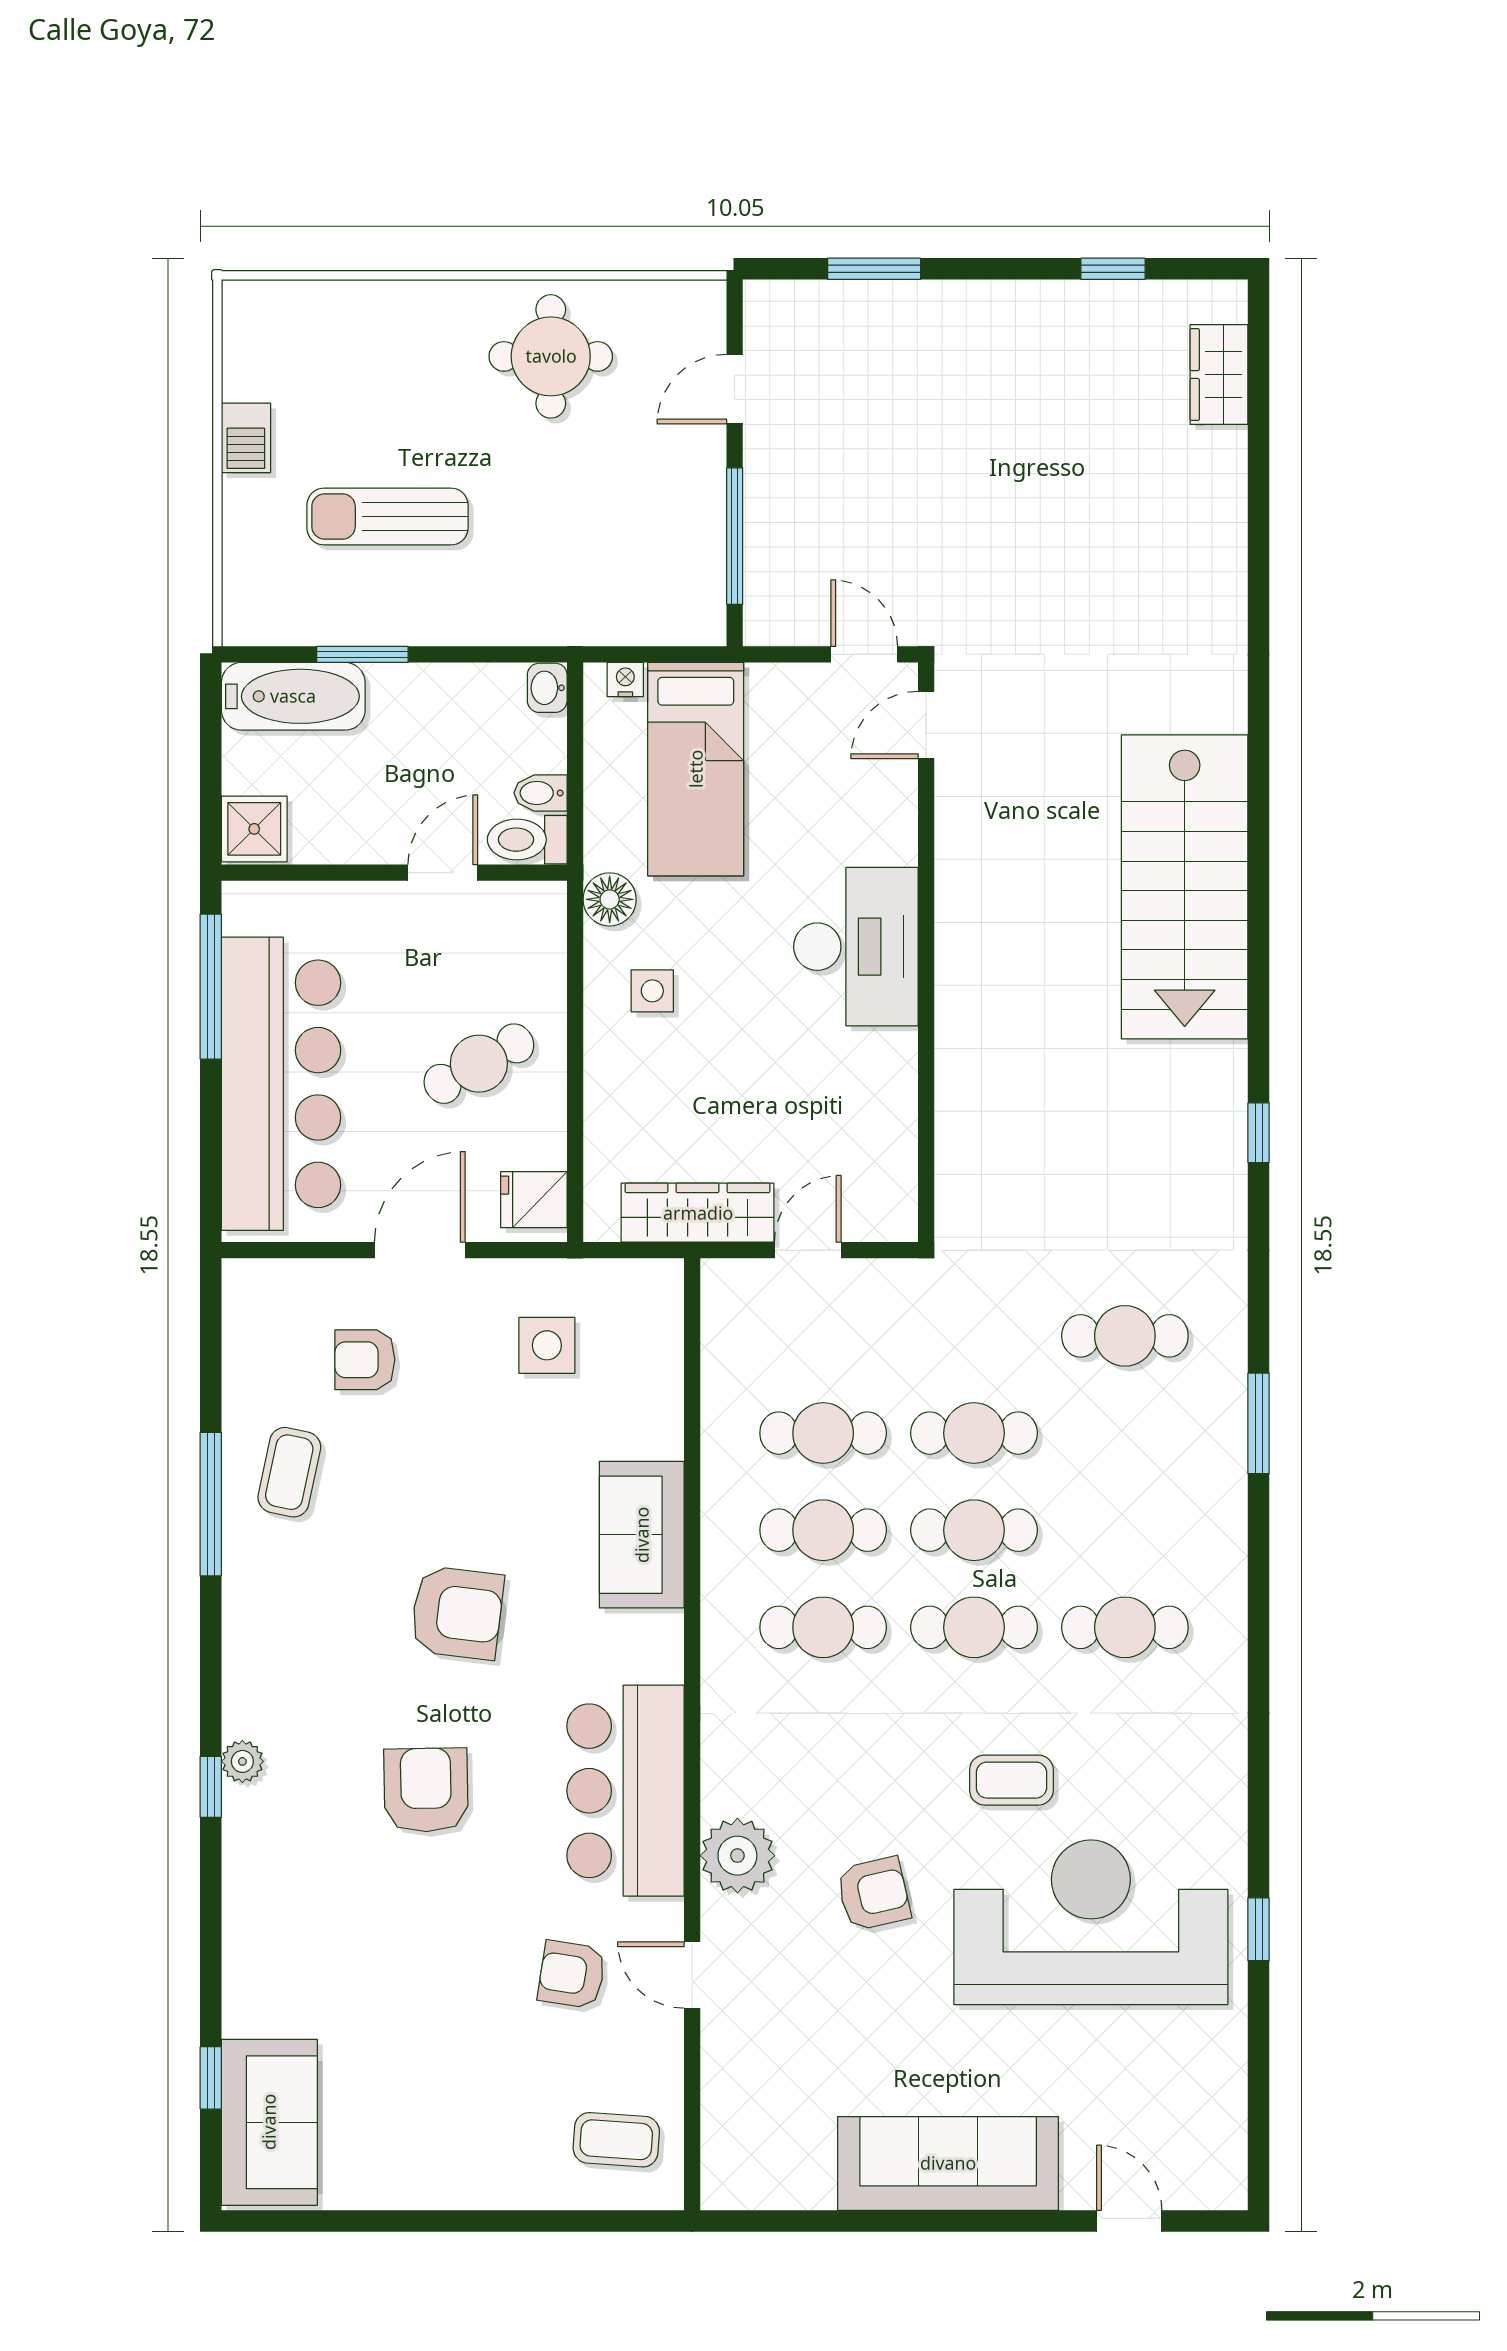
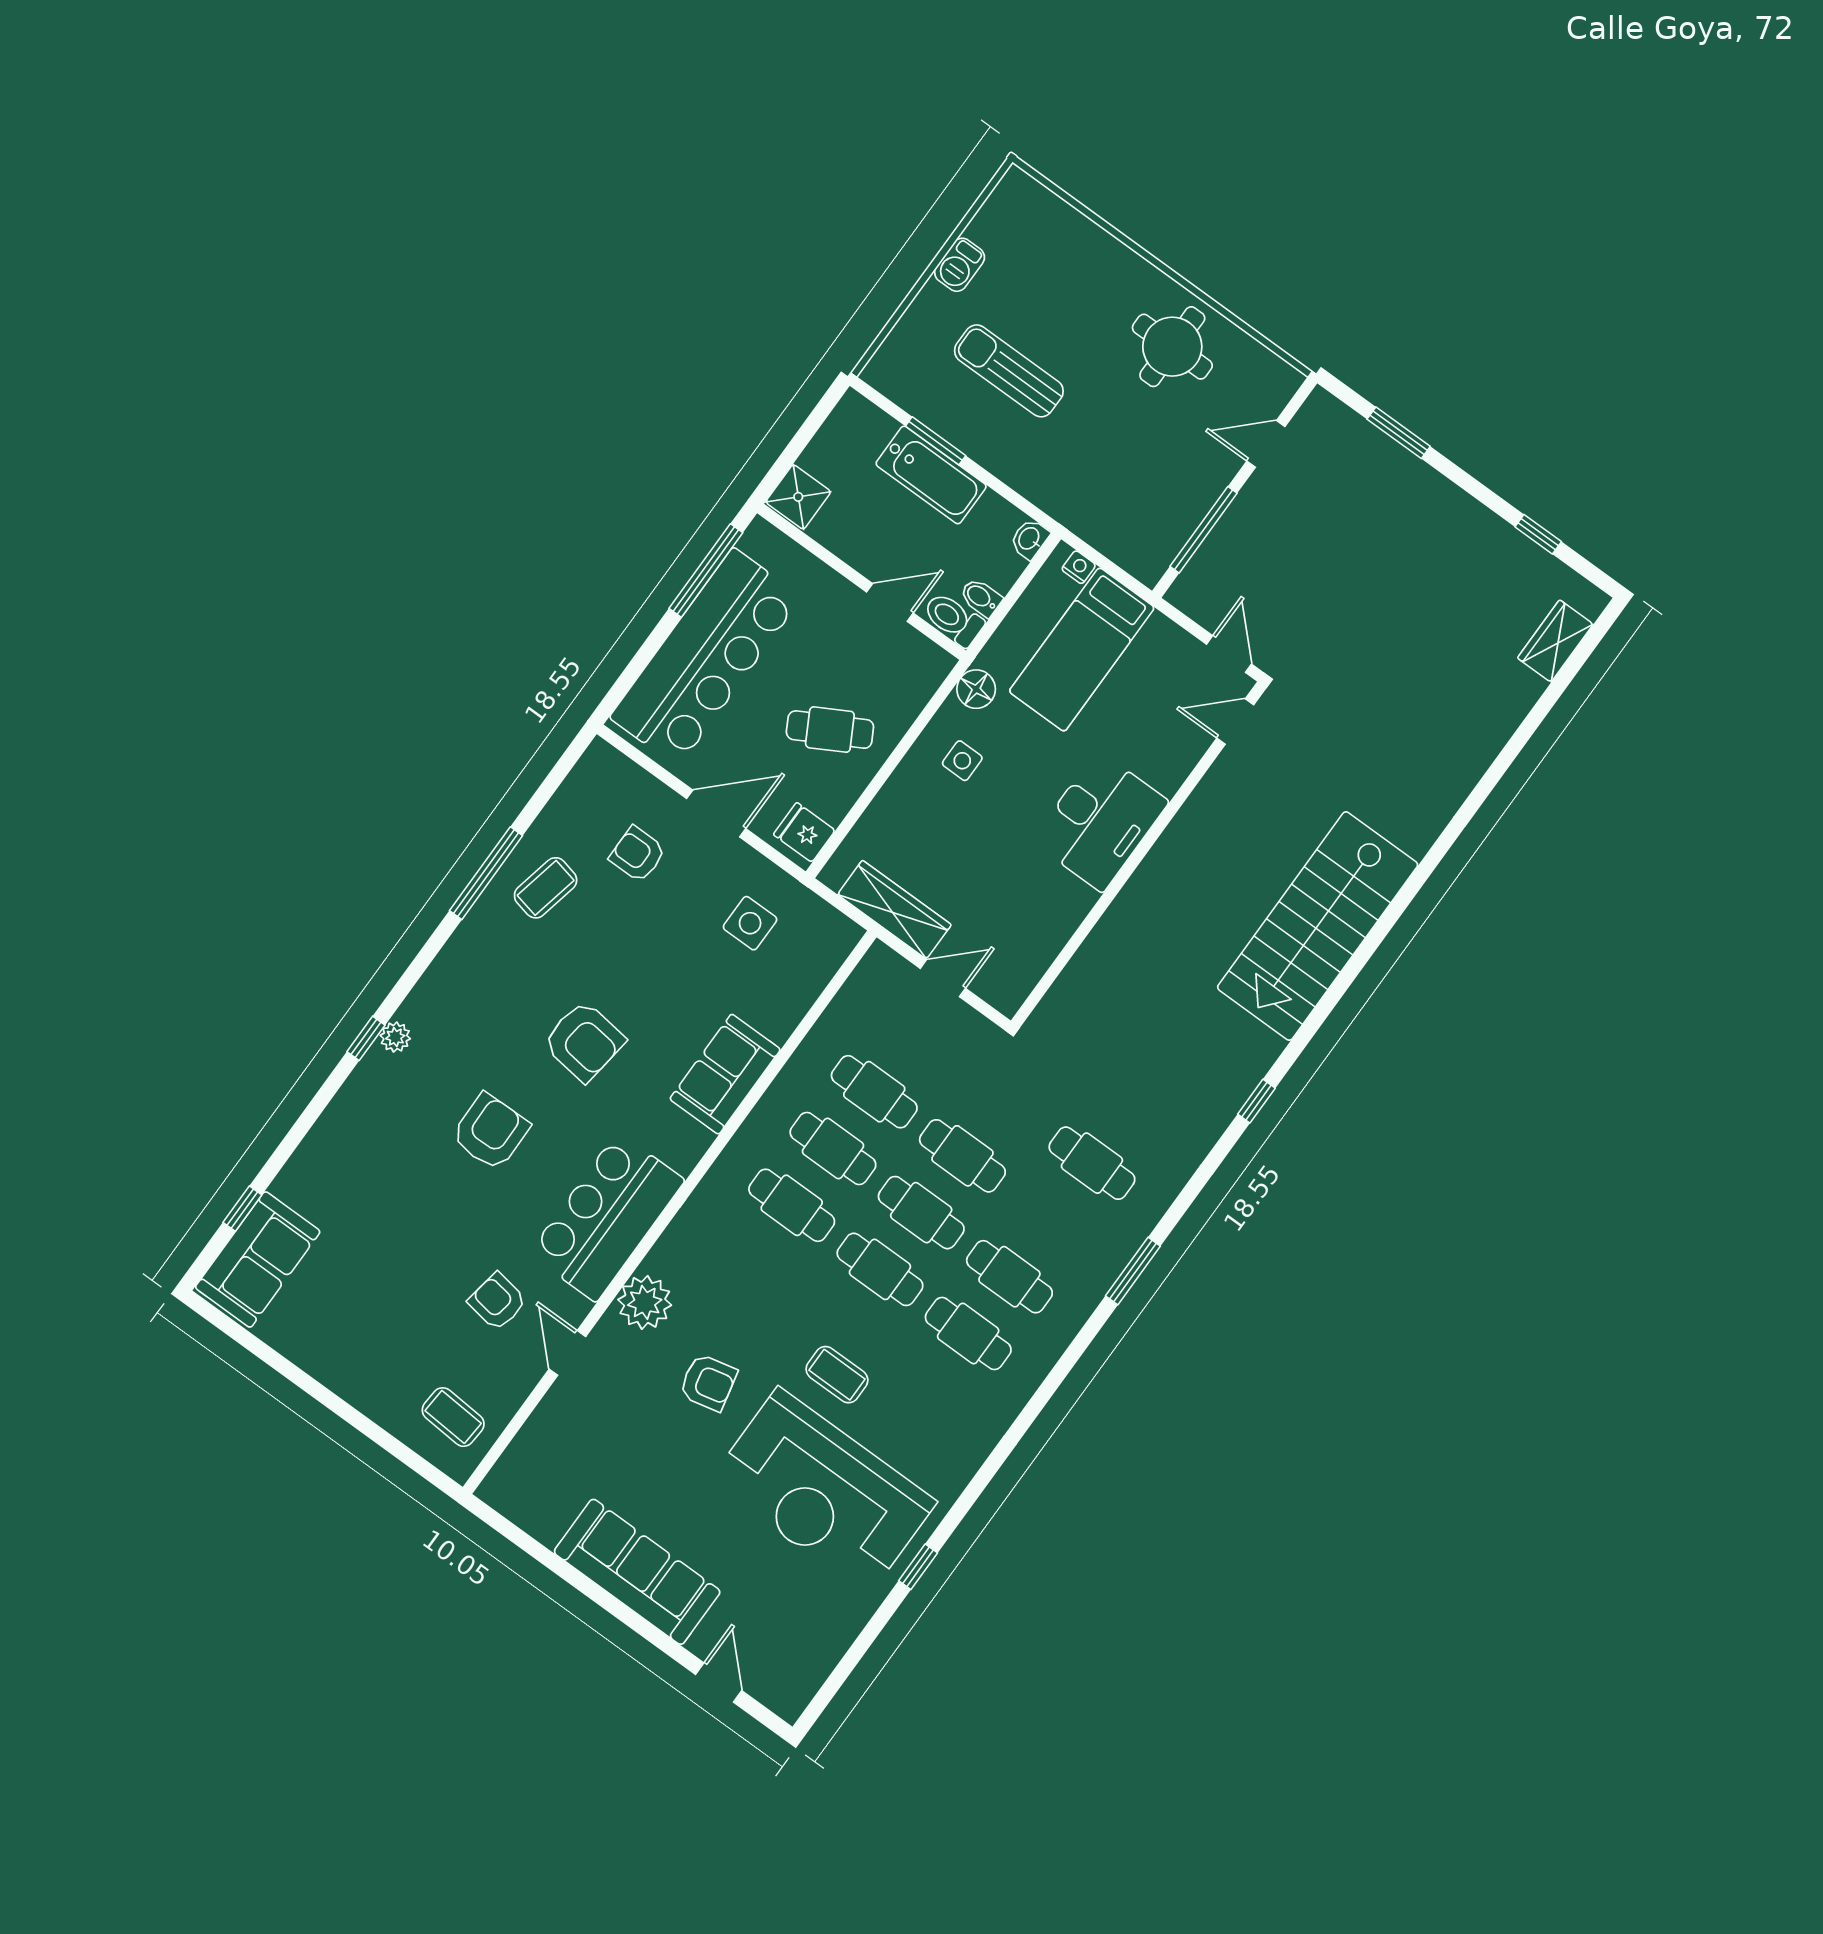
bathtub: (293, 696) -> (931, 475), moved
cafe table: (1125, 1530) -> (1009, 1277), added
reception desk: (1091, 1922) -> (823, 1491), turned 180

